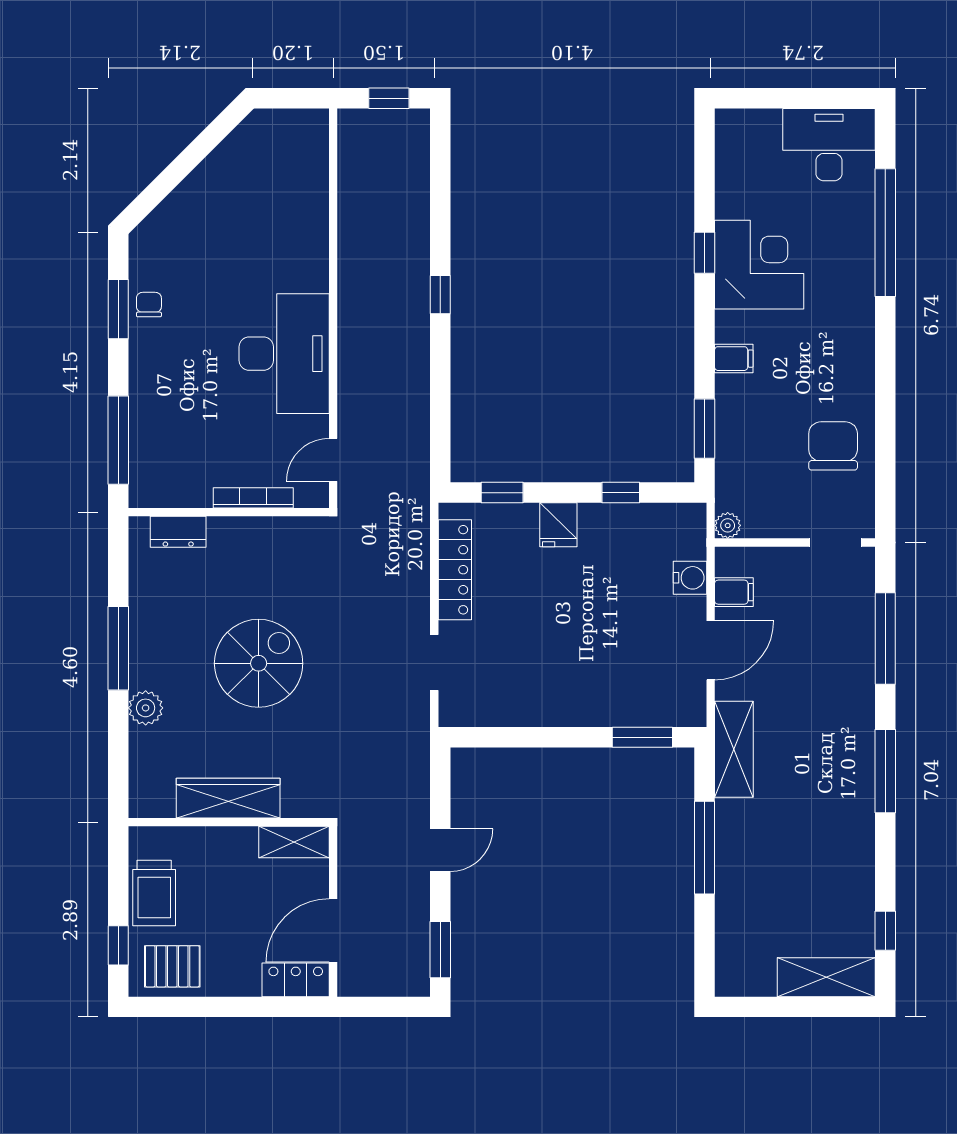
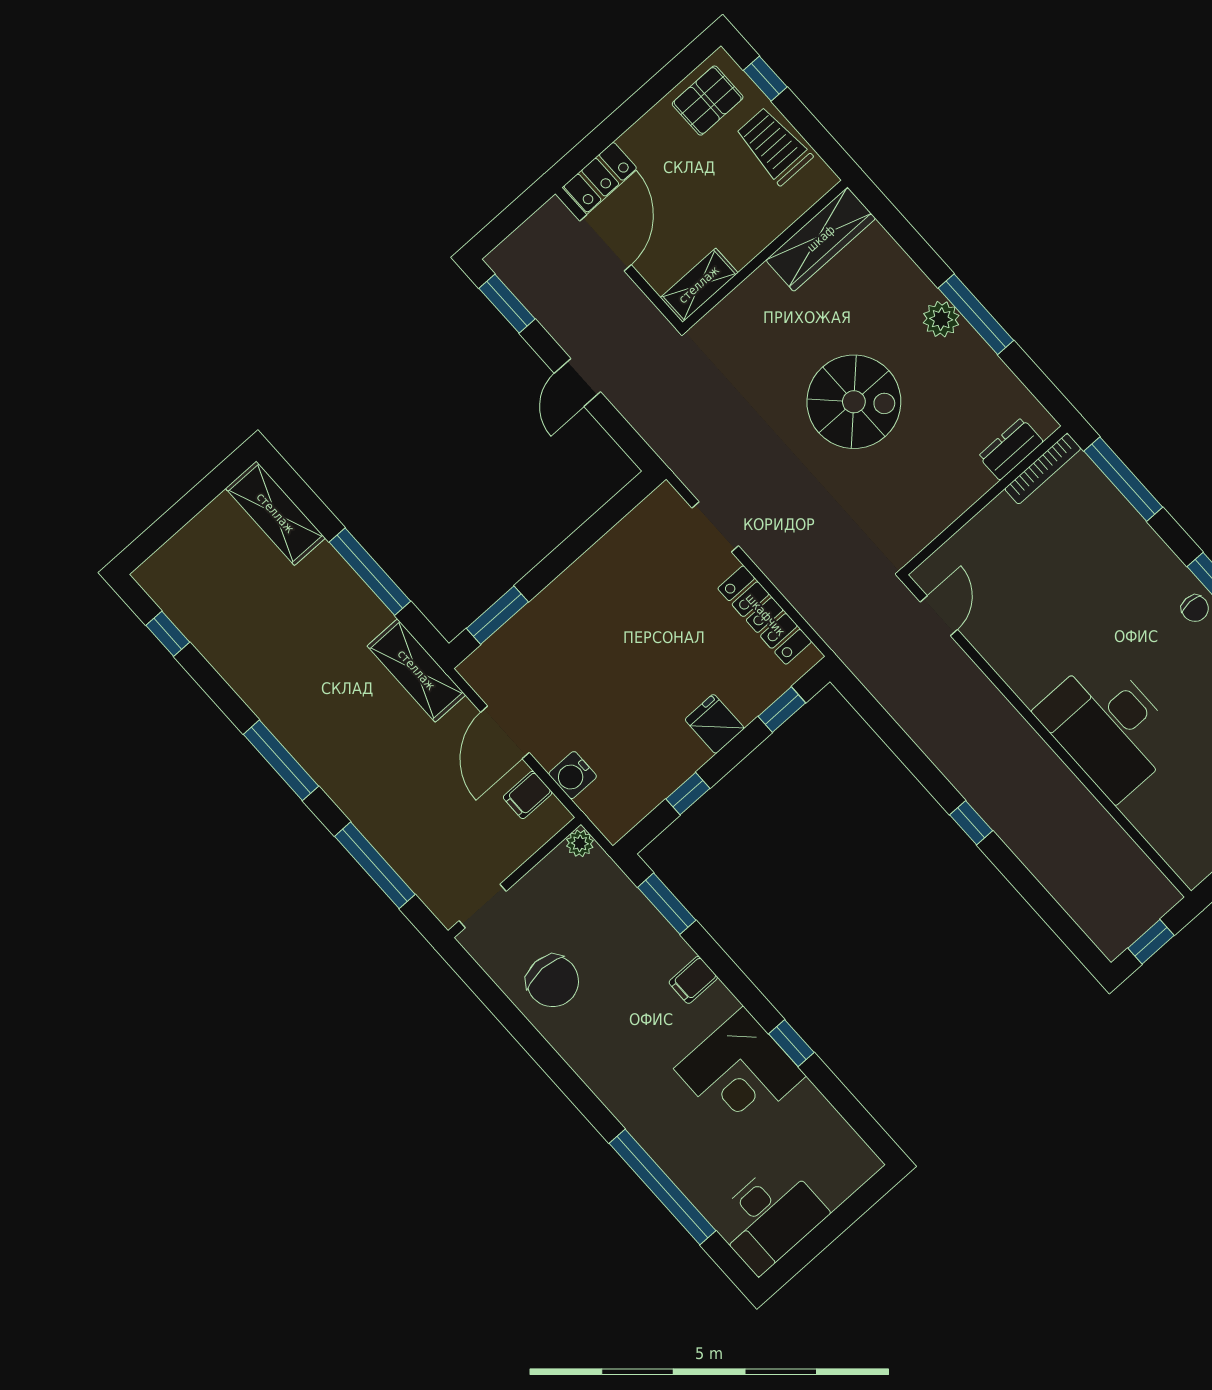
desk: (284, 354) -> (1108, 727), moved
bookcase: (253, 498) -> (1043, 469), moved
spiral stairs: (259, 663) -> (854, 402), turned -90
plant: (146, 708) -> (941, 319), moved
wardrobe: (228, 798) -> (821, 239), moved
shelving: (826, 977) -> (275, 513), moved, turned 90

